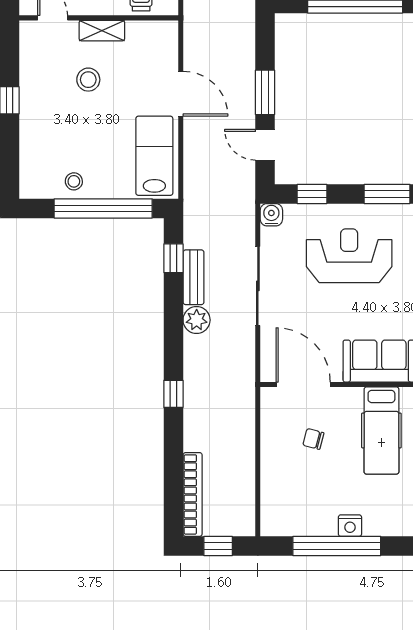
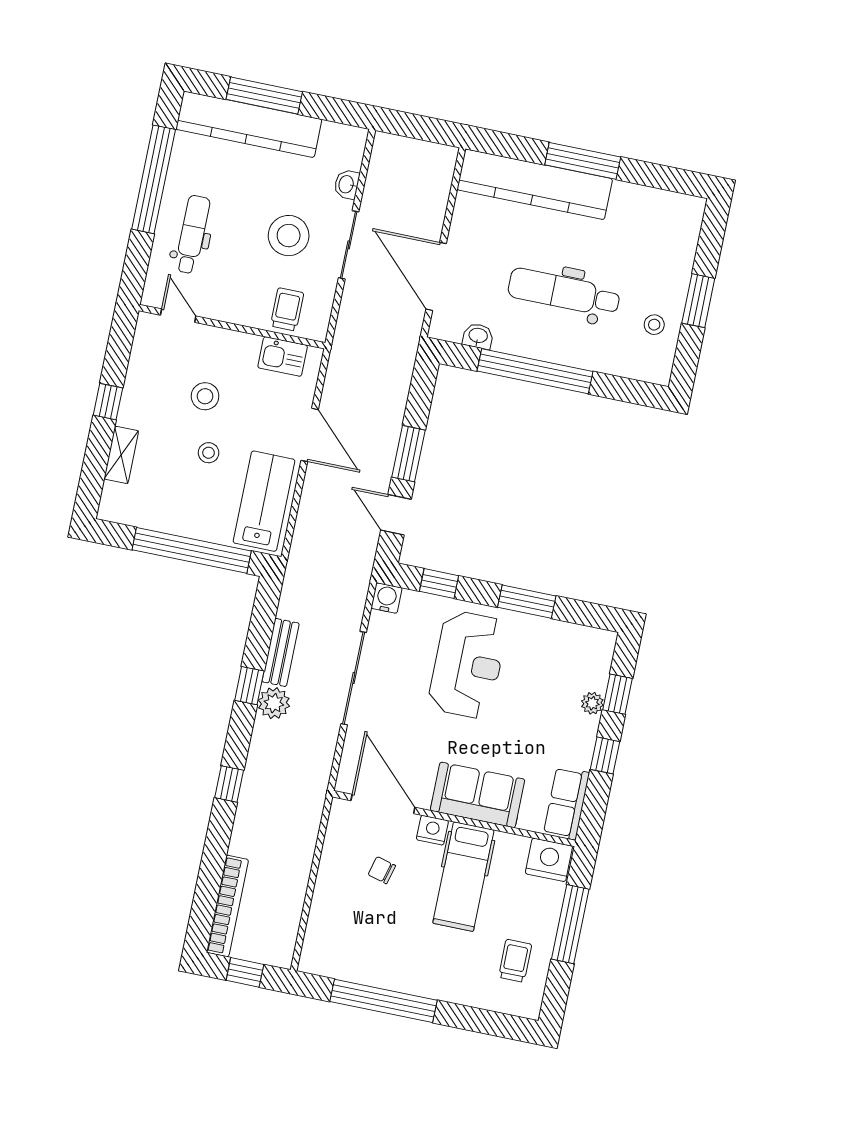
shelving: (102, 31) -> (121, 455), moved, turned 90
kitchen sink: (145, 34) -> (283, 356), added
stool: (74, 181) -> (209, 453), moved
reception desk: (349, 256) -> (468, 665), turned 90
window: (173, 258) -> (249, 686), moved
nightstand: (350, 526) -> (432, 830), moved, turned 180

